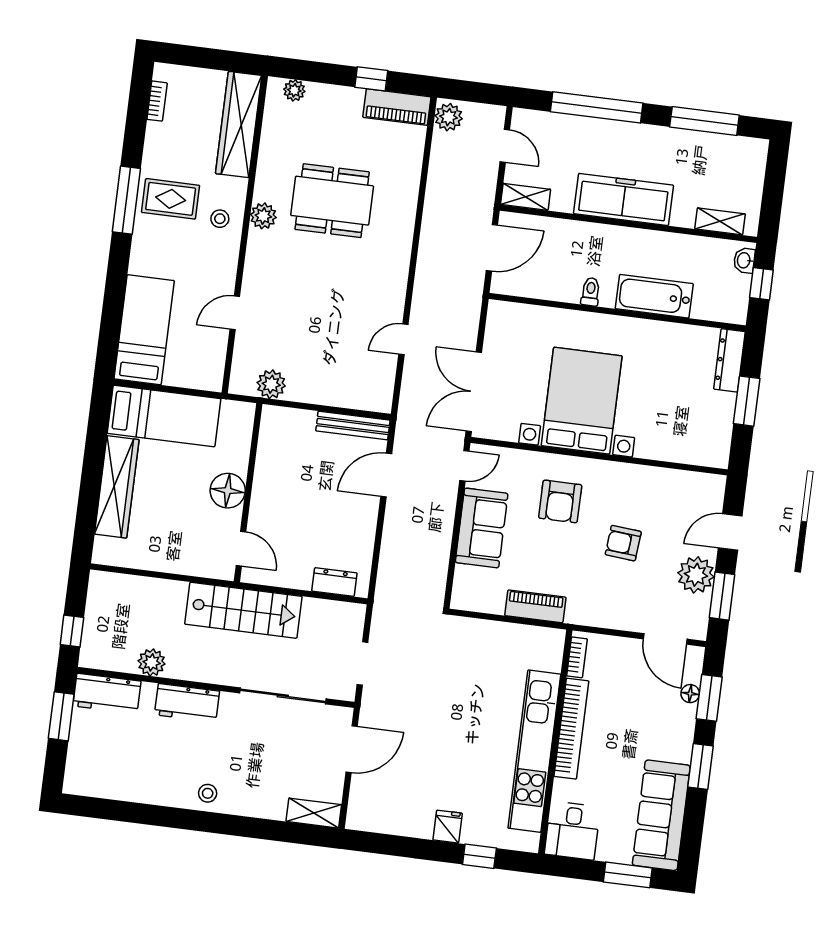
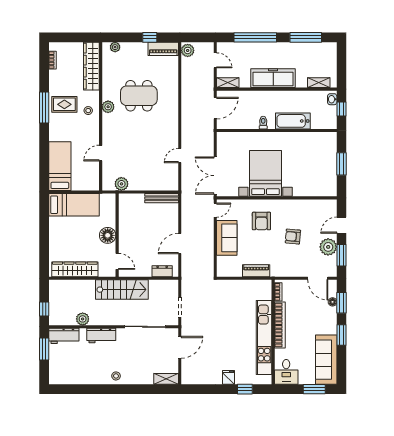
dresser: (729, 360) -> (331, 146), removed
door: (386, 475) -> (180, 244), moved
wardrobe: (117, 487) -> (75, 269), moved, turned -90

